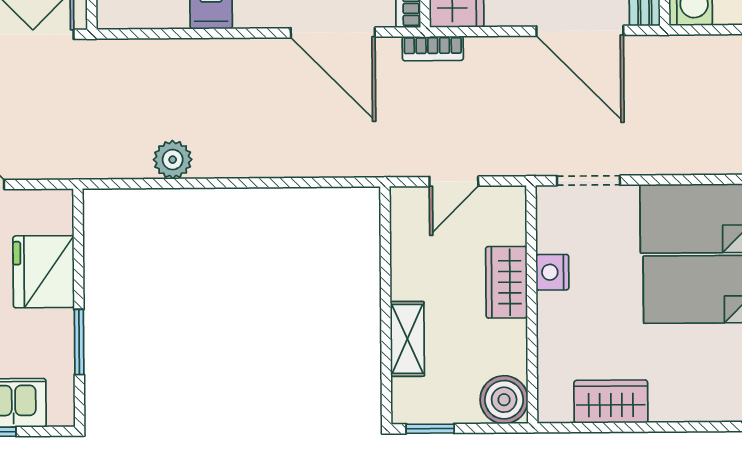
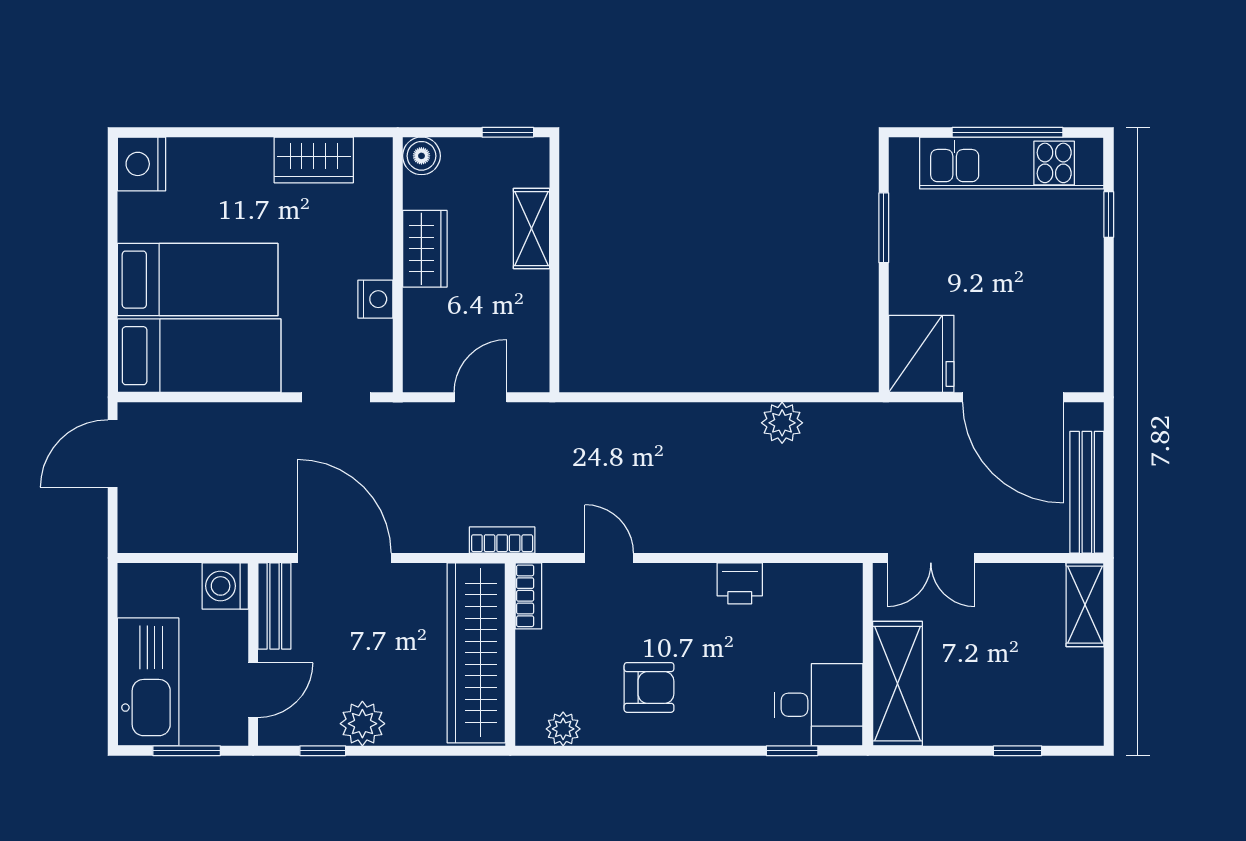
door: (333, 32) -> (609, 558), width x0.53
fridge: (44, 272) -> (921, 354), moved
wardrobe: (506, 282) -> (425, 249), moved
boiler: (504, 400) -> (421, 156), width x0.73, depth x0.73

